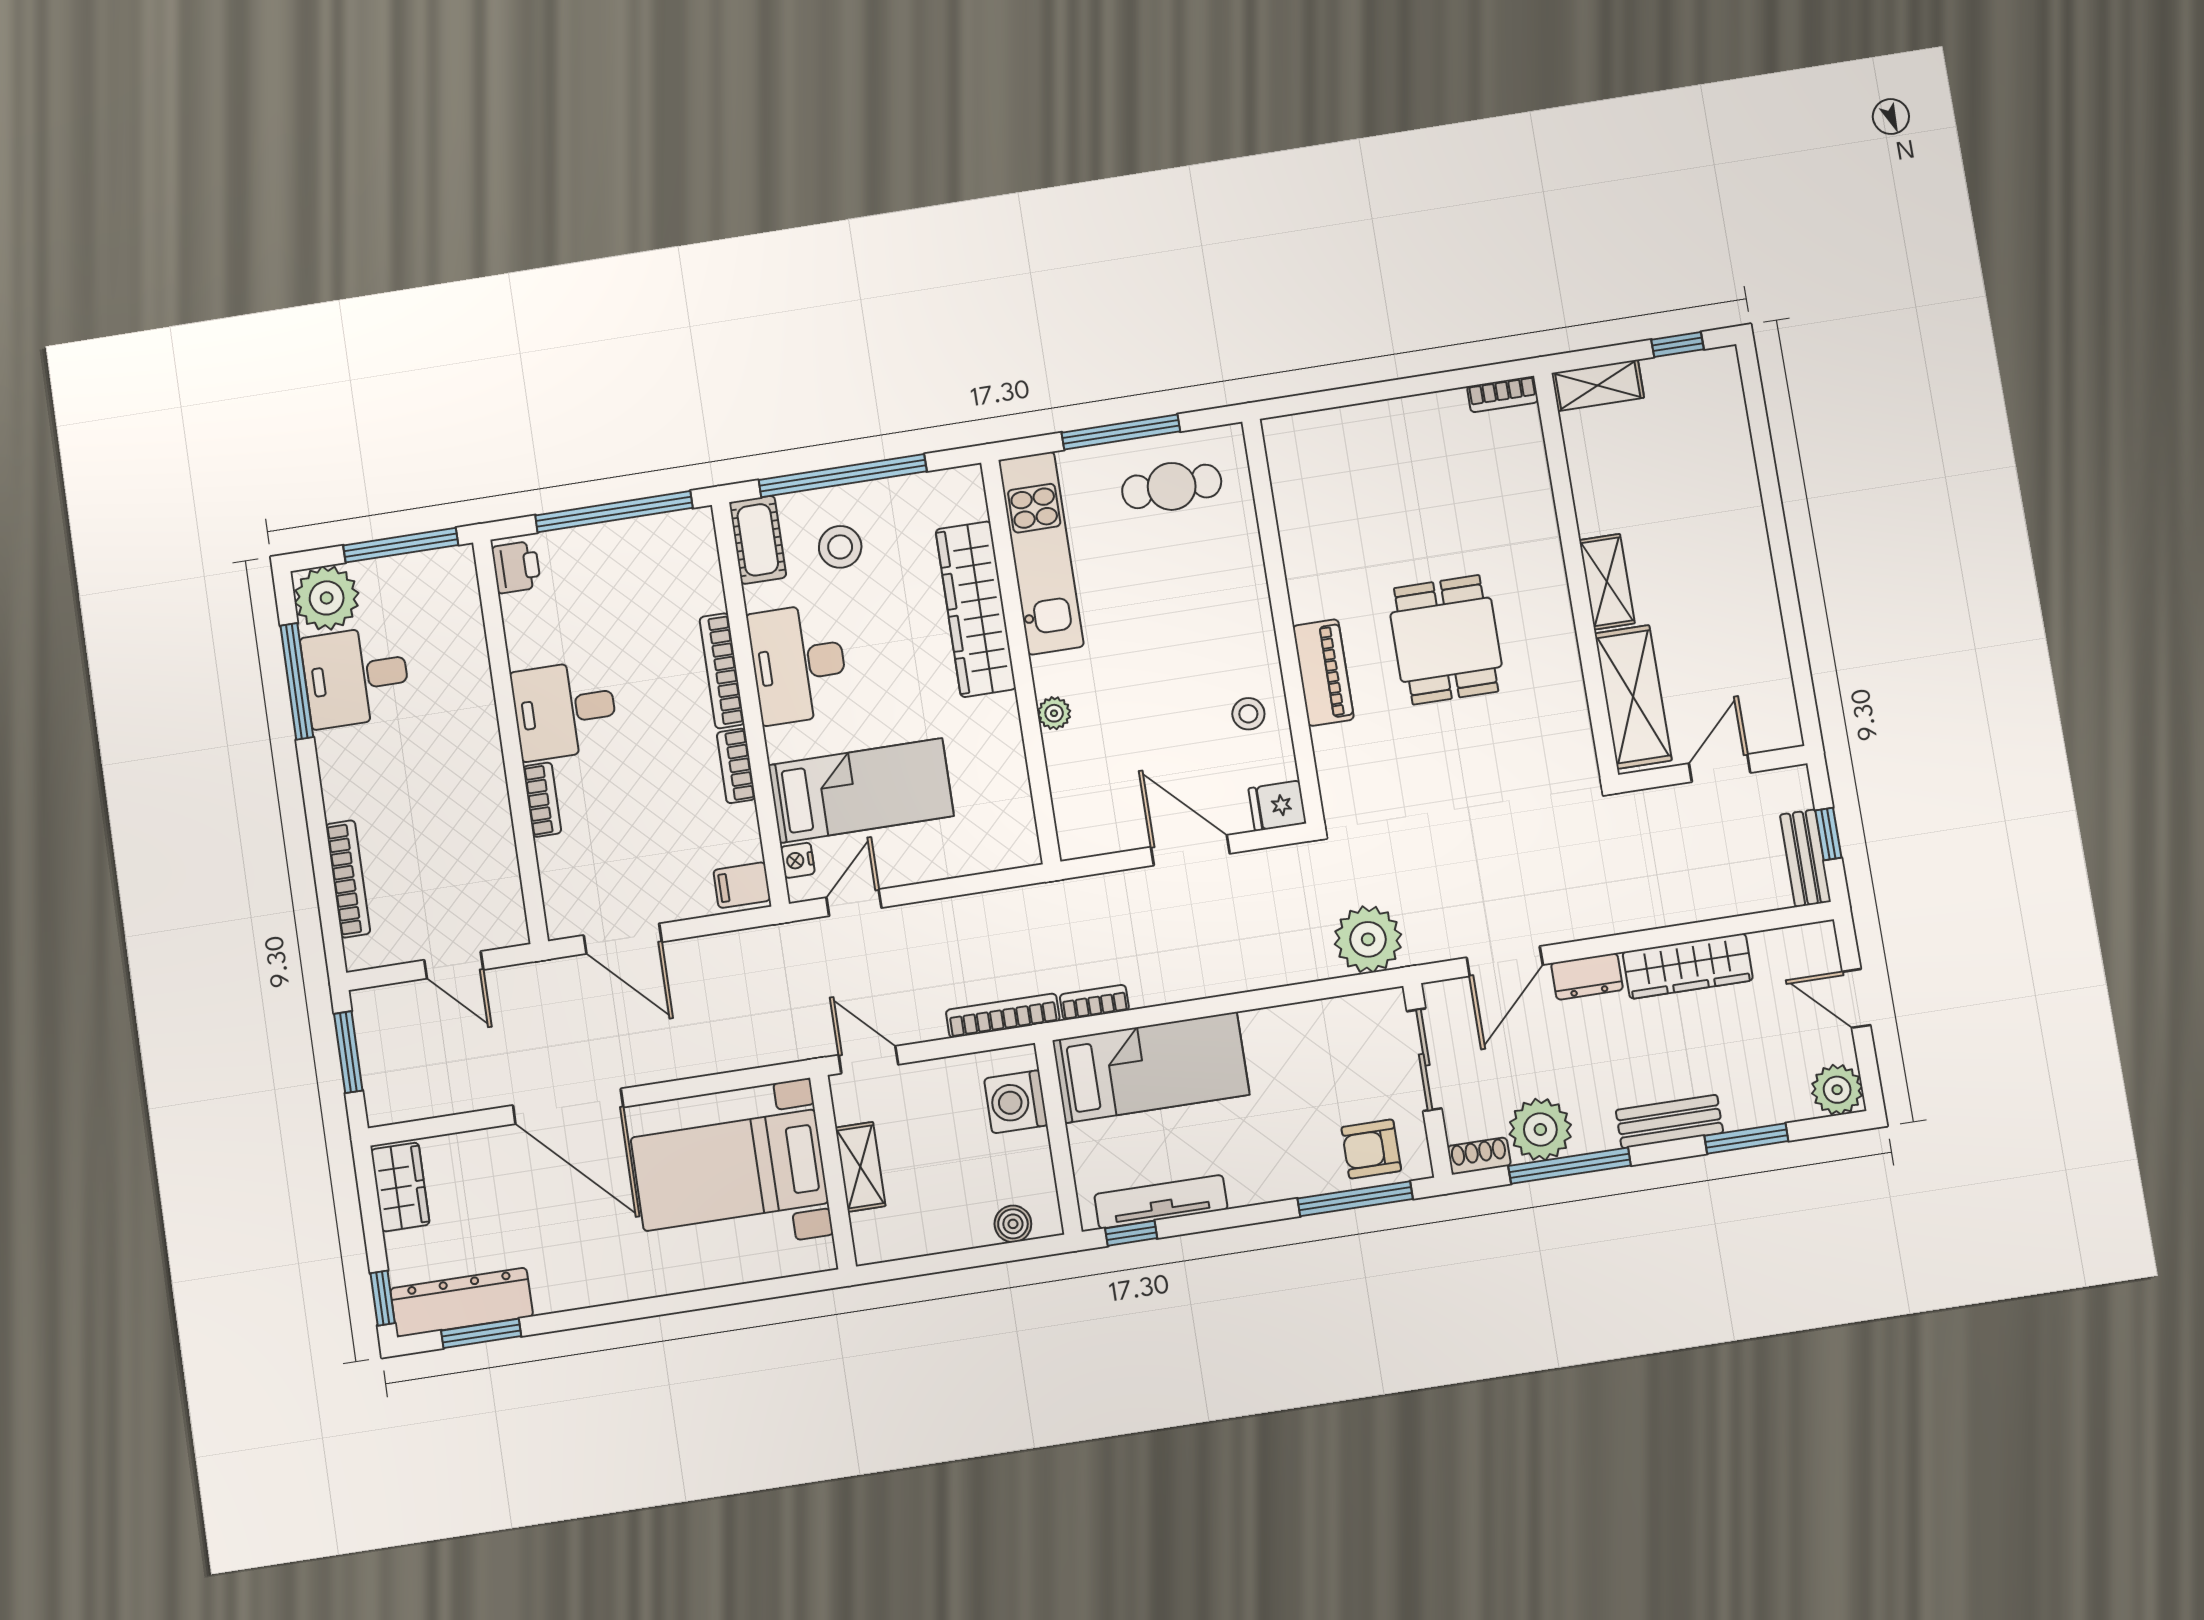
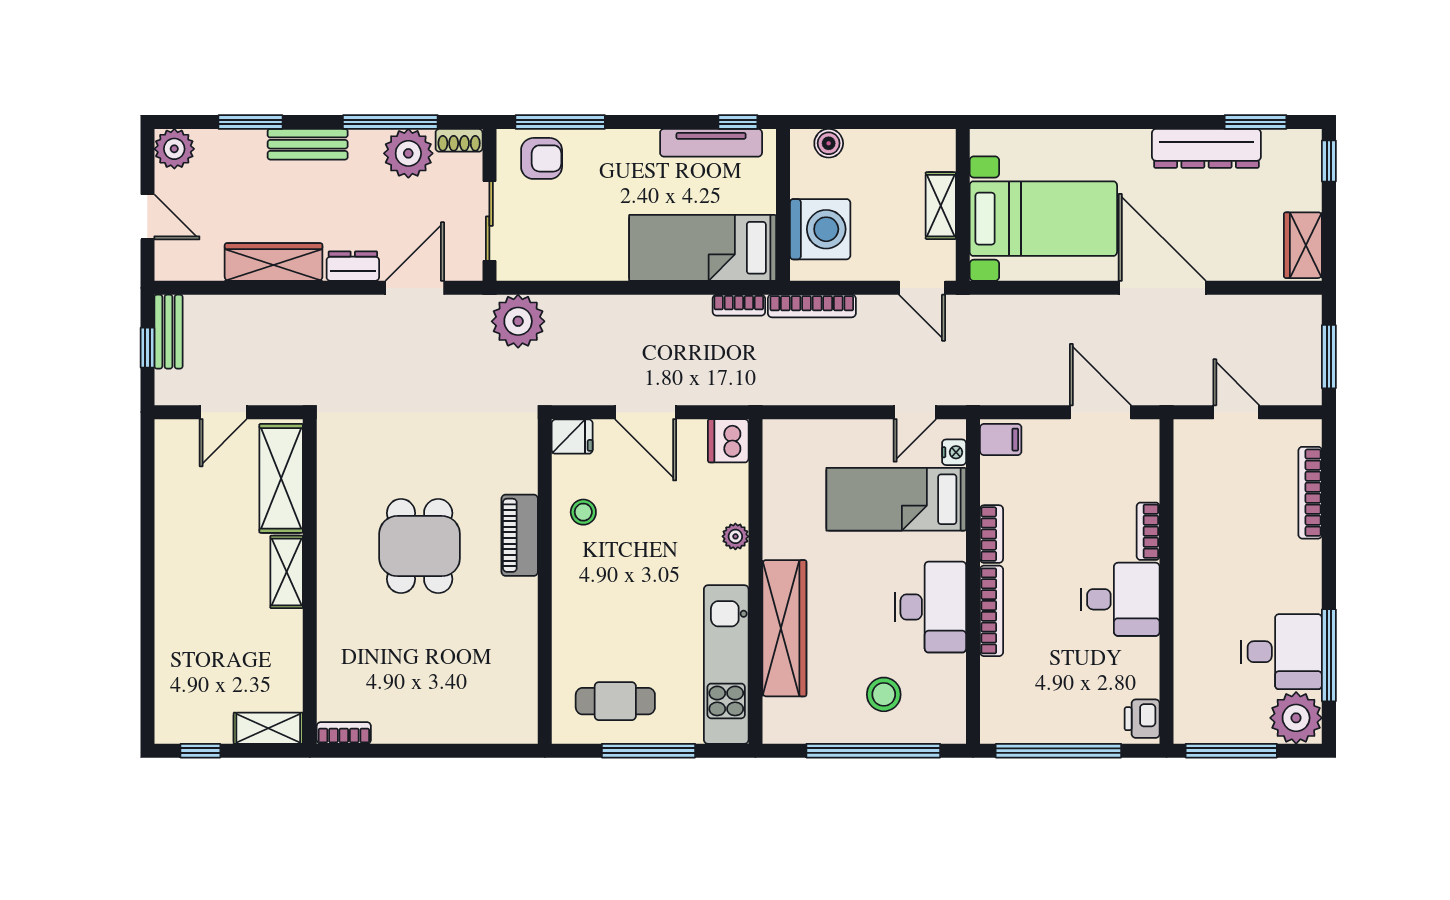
cot: (758, 540) -> (948, 710), removed
dishwasher: (1081, 831) -> (728, 441), added
washing machine: (1016, 1102) -> (820, 229), width x1.37, depth x1.37
dresser: (462, 1302) -> (1206, 148), moved

